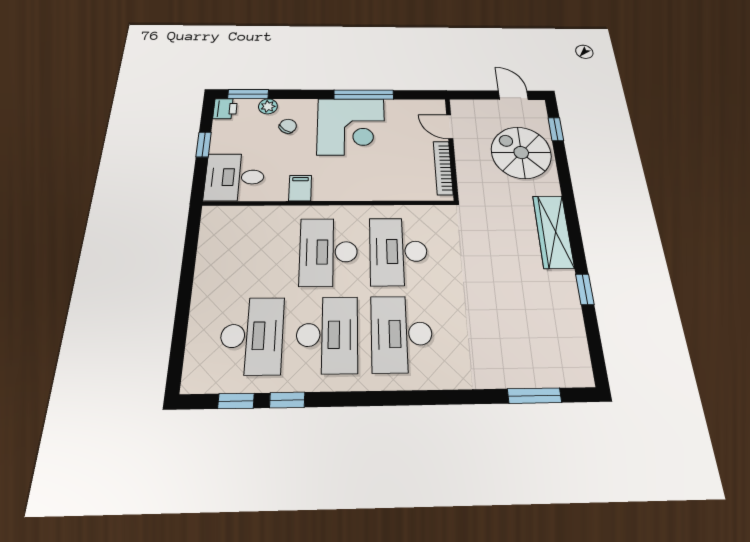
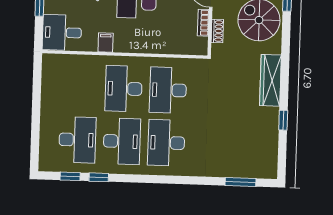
bookcase: (443, 168) -> (203, 23), width x0.64
shoe rack: (464, 168) -> (217, 31), added

